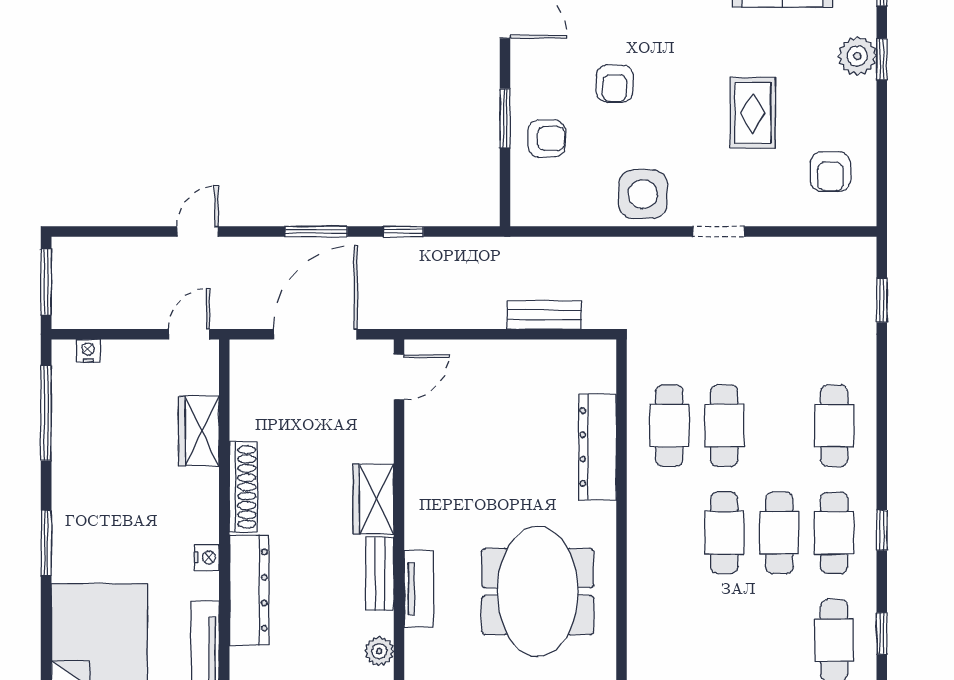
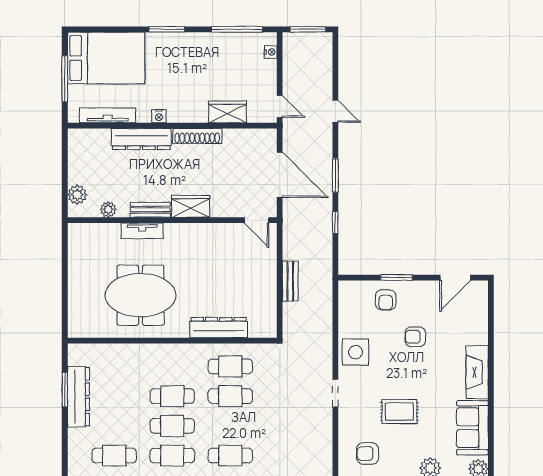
bench: (544, 315) -> (290, 281), moved

